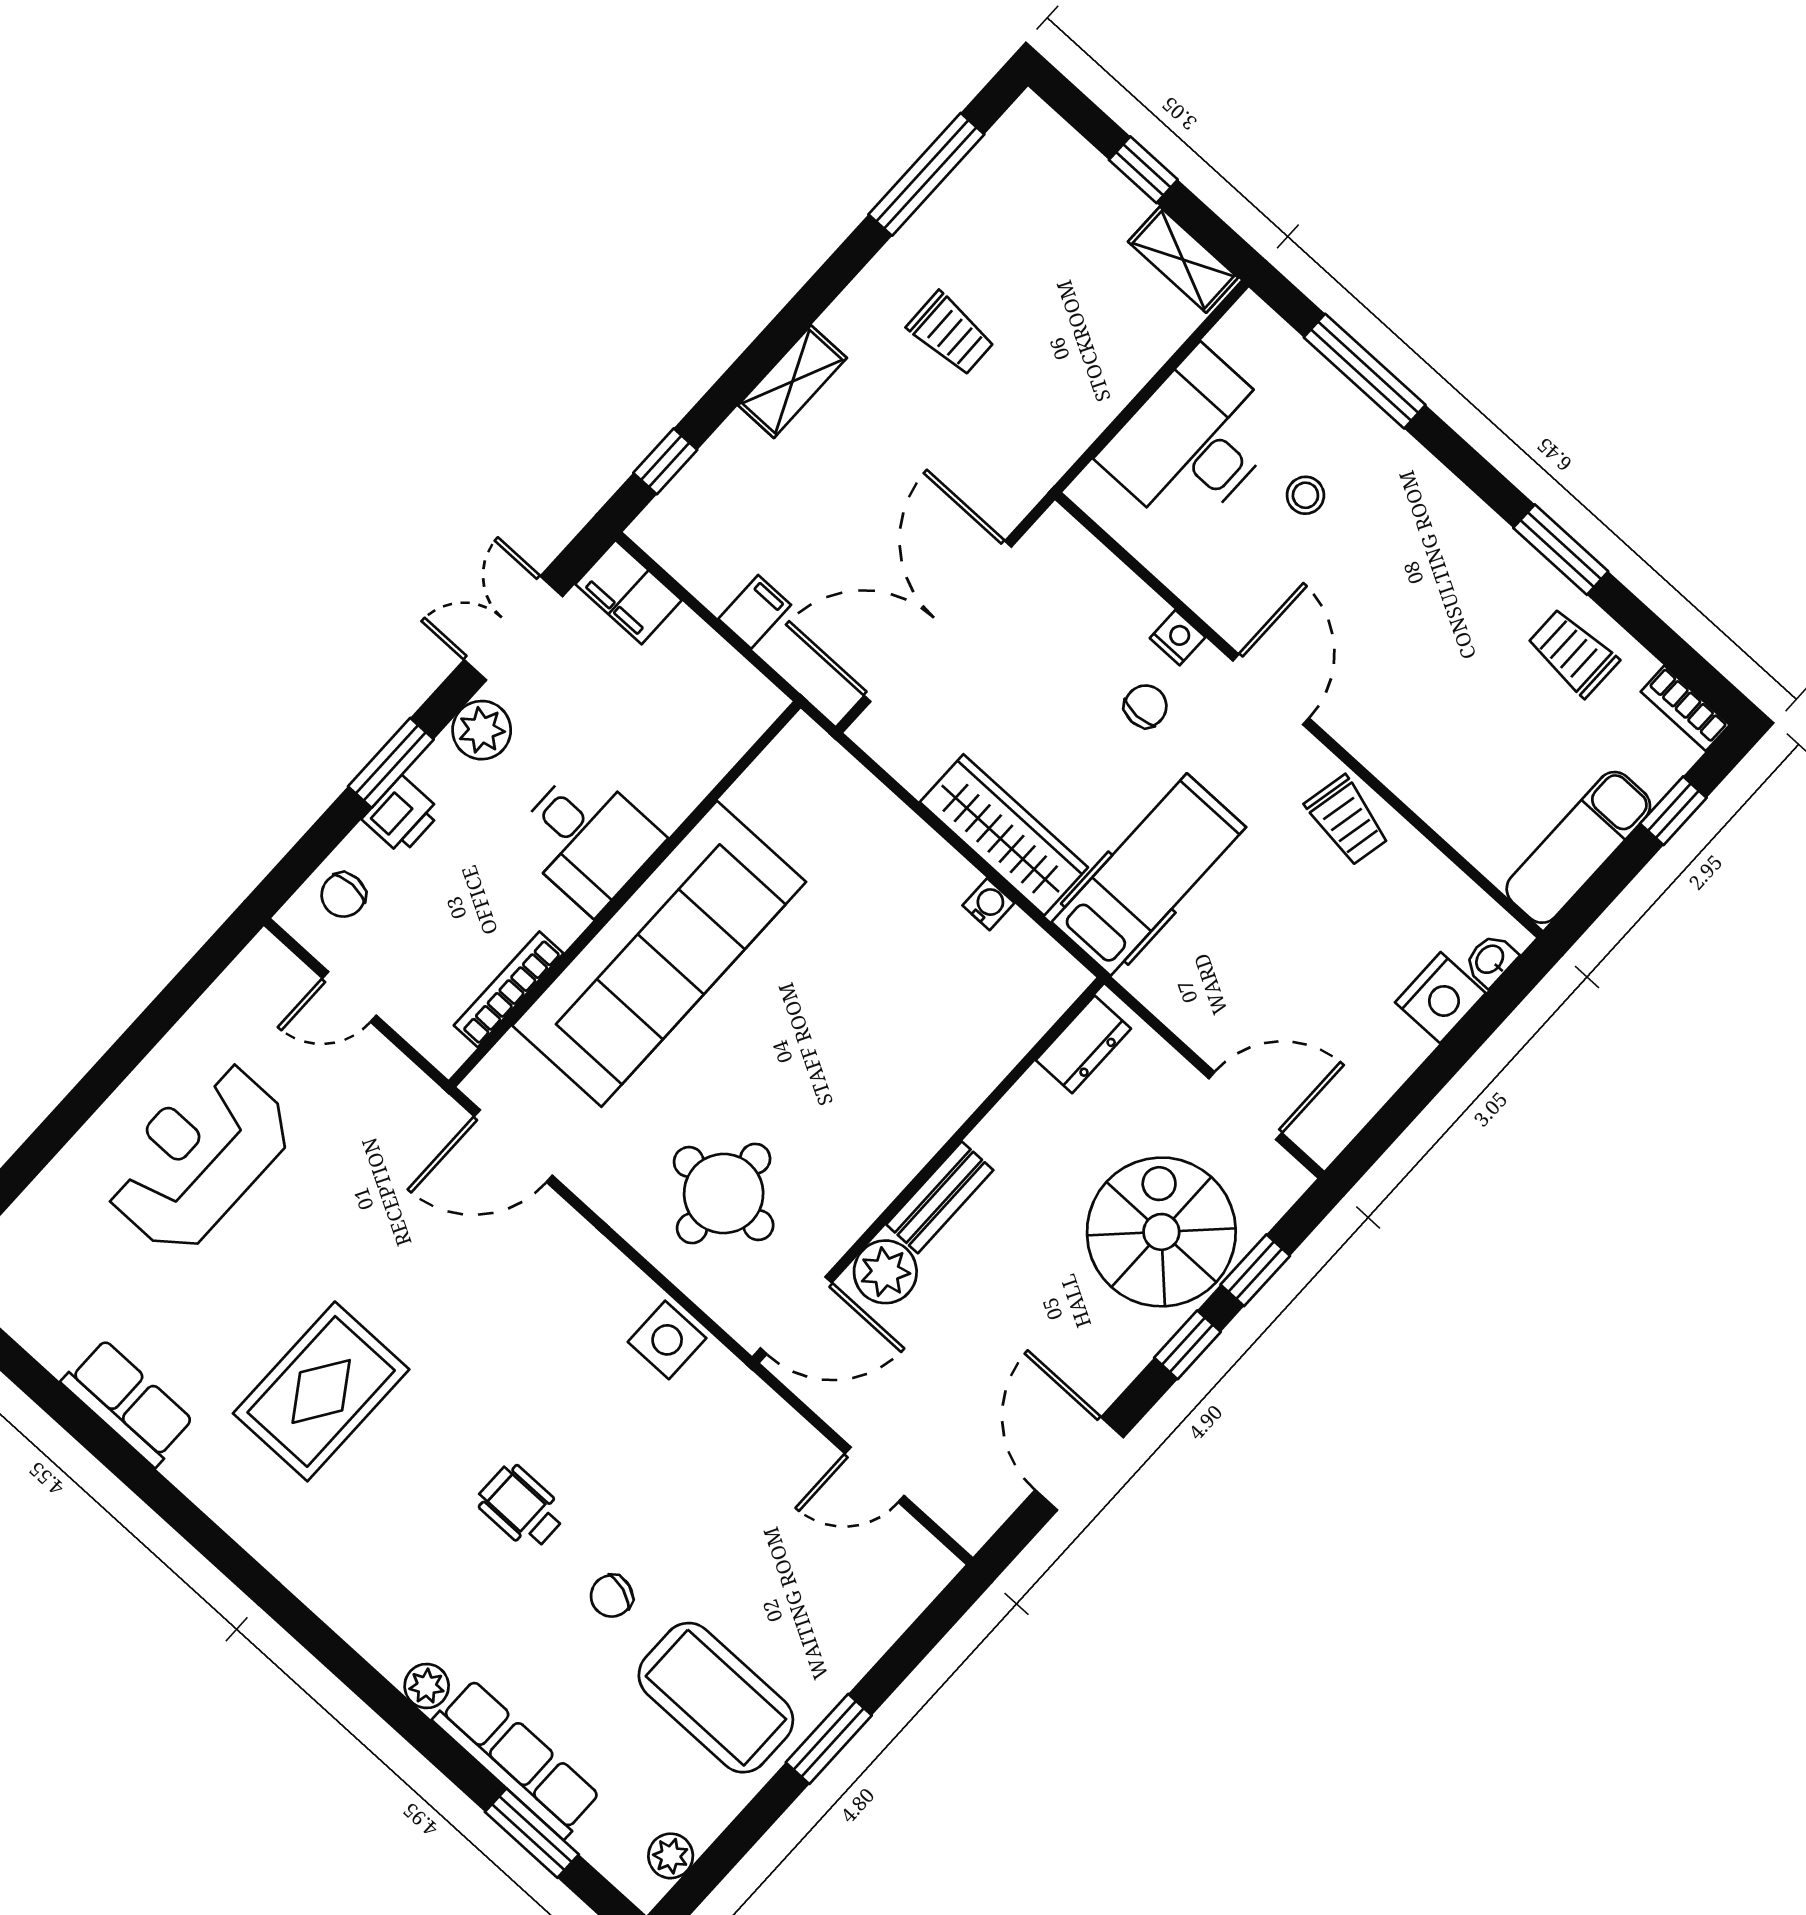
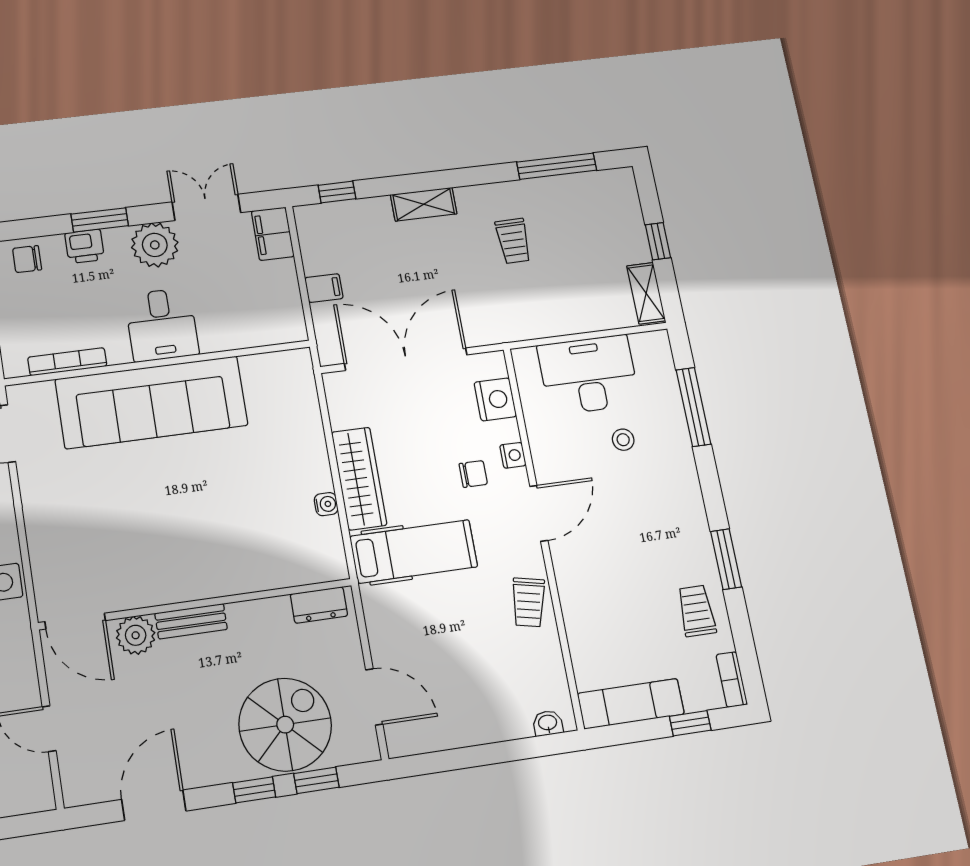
plant: (482, 730) -> (155, 245), width x1.36, depth x1.36
nightstand: (1440, 998) -> (495, 399), moved, turned -90
round table: (724, 1194) -> (89, 536), removed

